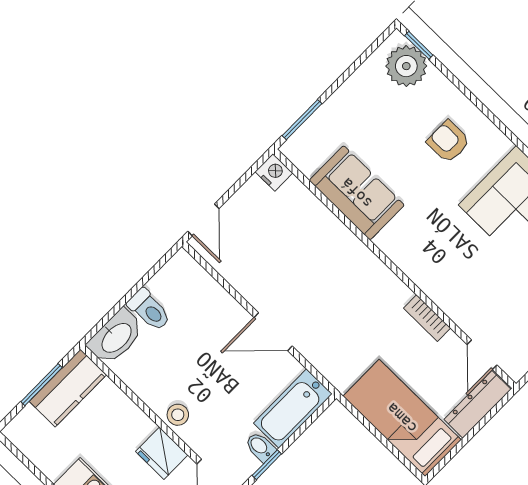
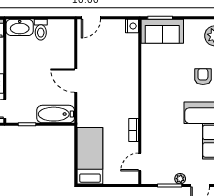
sofa: (357, 193) -> (162, 31), moved, turned 90
dresser: (477, 404) -> (121, 177), removed
stool: (178, 415) -> (14, 76), removed
bidet: (260, 447) -> (31, 116), removed

